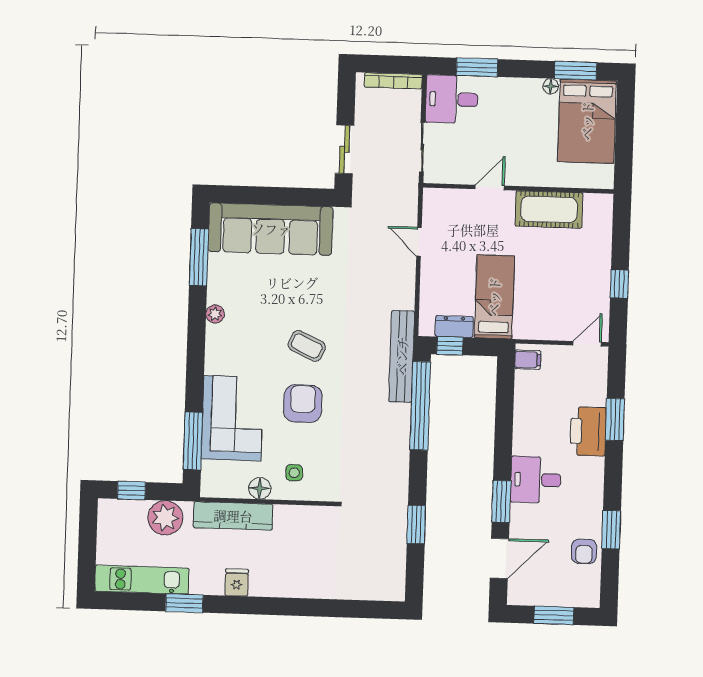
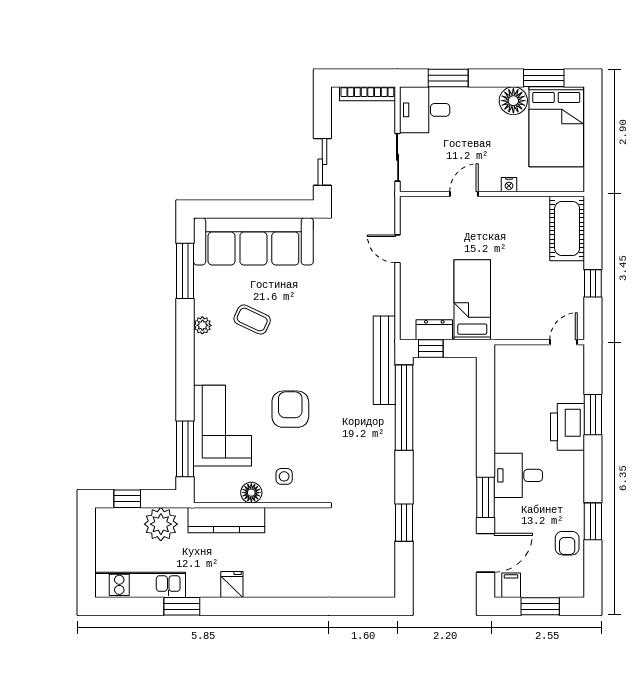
floor lamp: (551, 86) -> (513, 101), width x1.89, depth x1.89
nightstand: (536, 179) -> (509, 185), added
cot: (549, 209) -> (567, 228), moved, turned 90
coffee table: (307, 346) -> (252, 320), moved
filing cabinet: (528, 360) -> (511, 585), moved, turned -90

